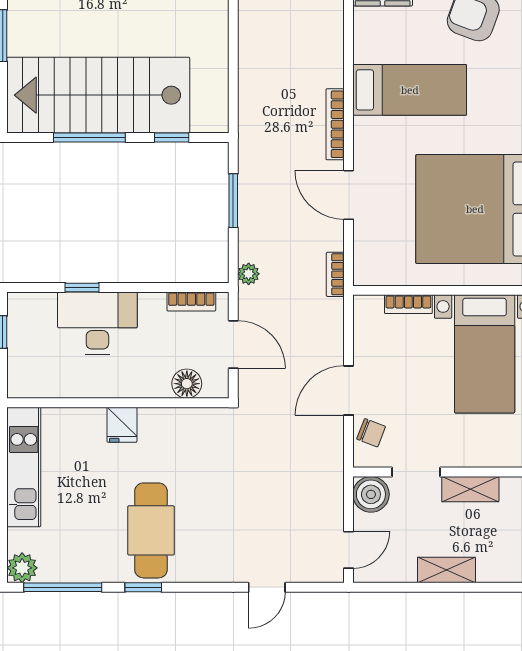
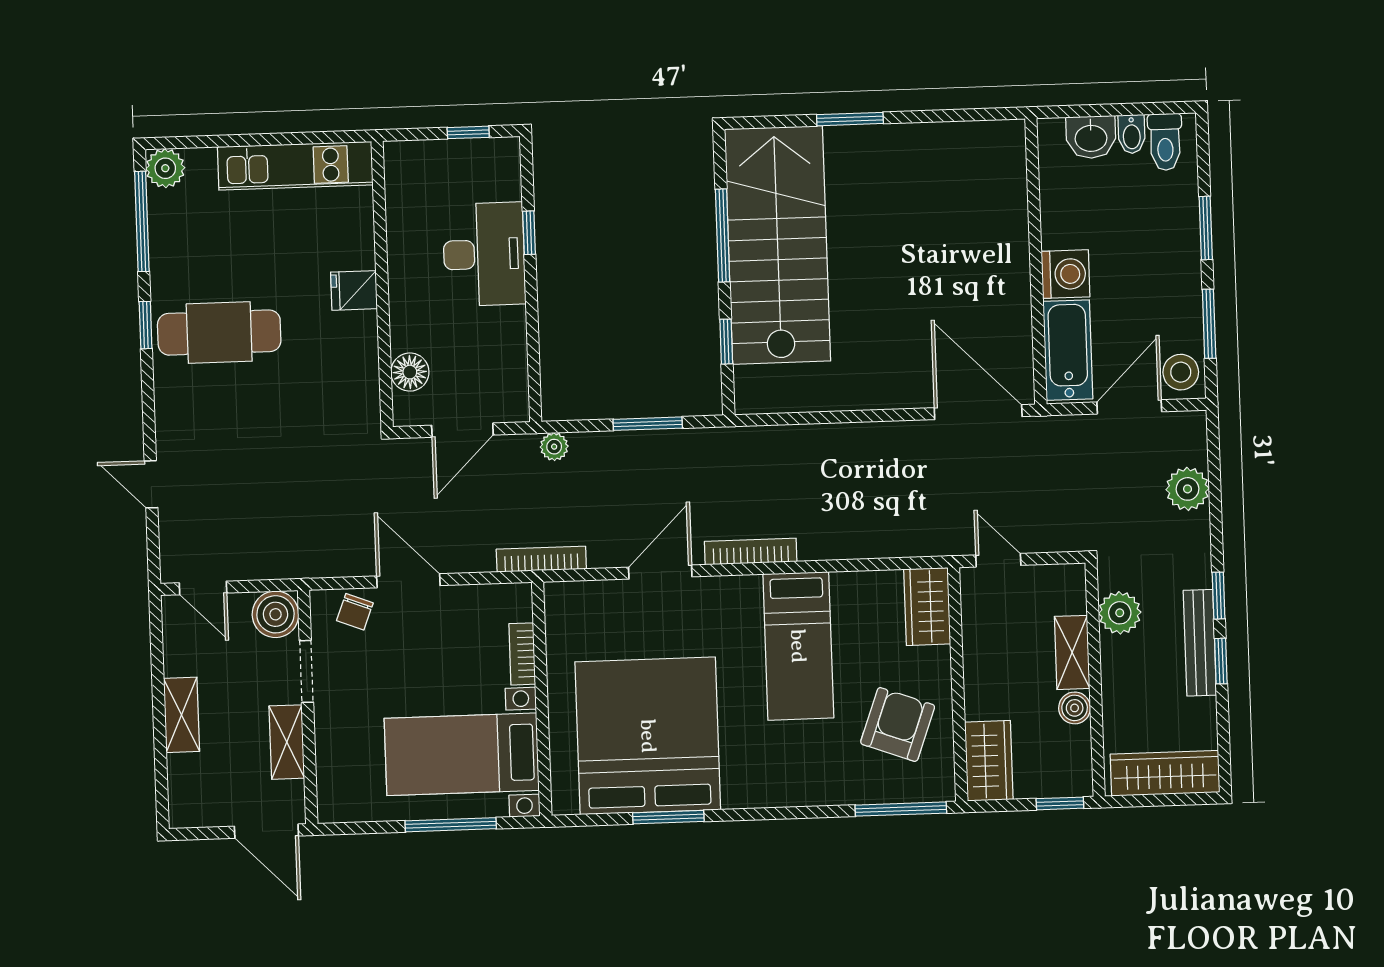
bookcase: (335, 274) -> (541, 559), width x1.56
bookcase: (191, 301) -> (516, 374), removed

